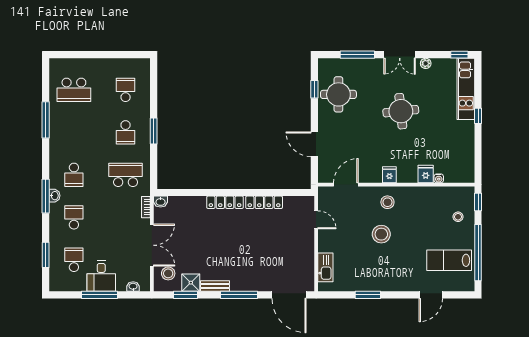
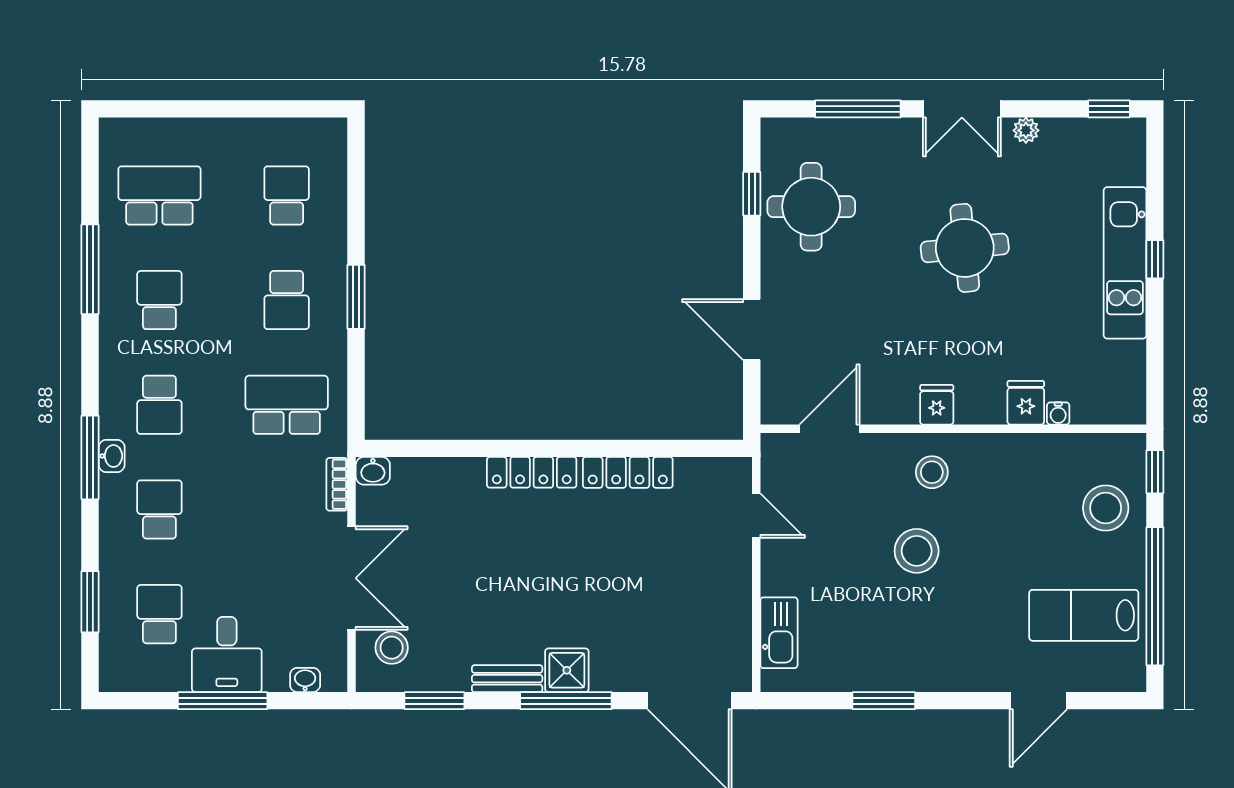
kitchen unit: (466, 89) -> (1125, 263), moved
school desk: (74, 90) -> (159, 195), turned 180
school desk: (74, 132) -> (159, 300), added
stool: (458, 217) -> (1106, 508), width x1.89, depth x1.89
shower: (191, 283) -> (567, 670), moved

